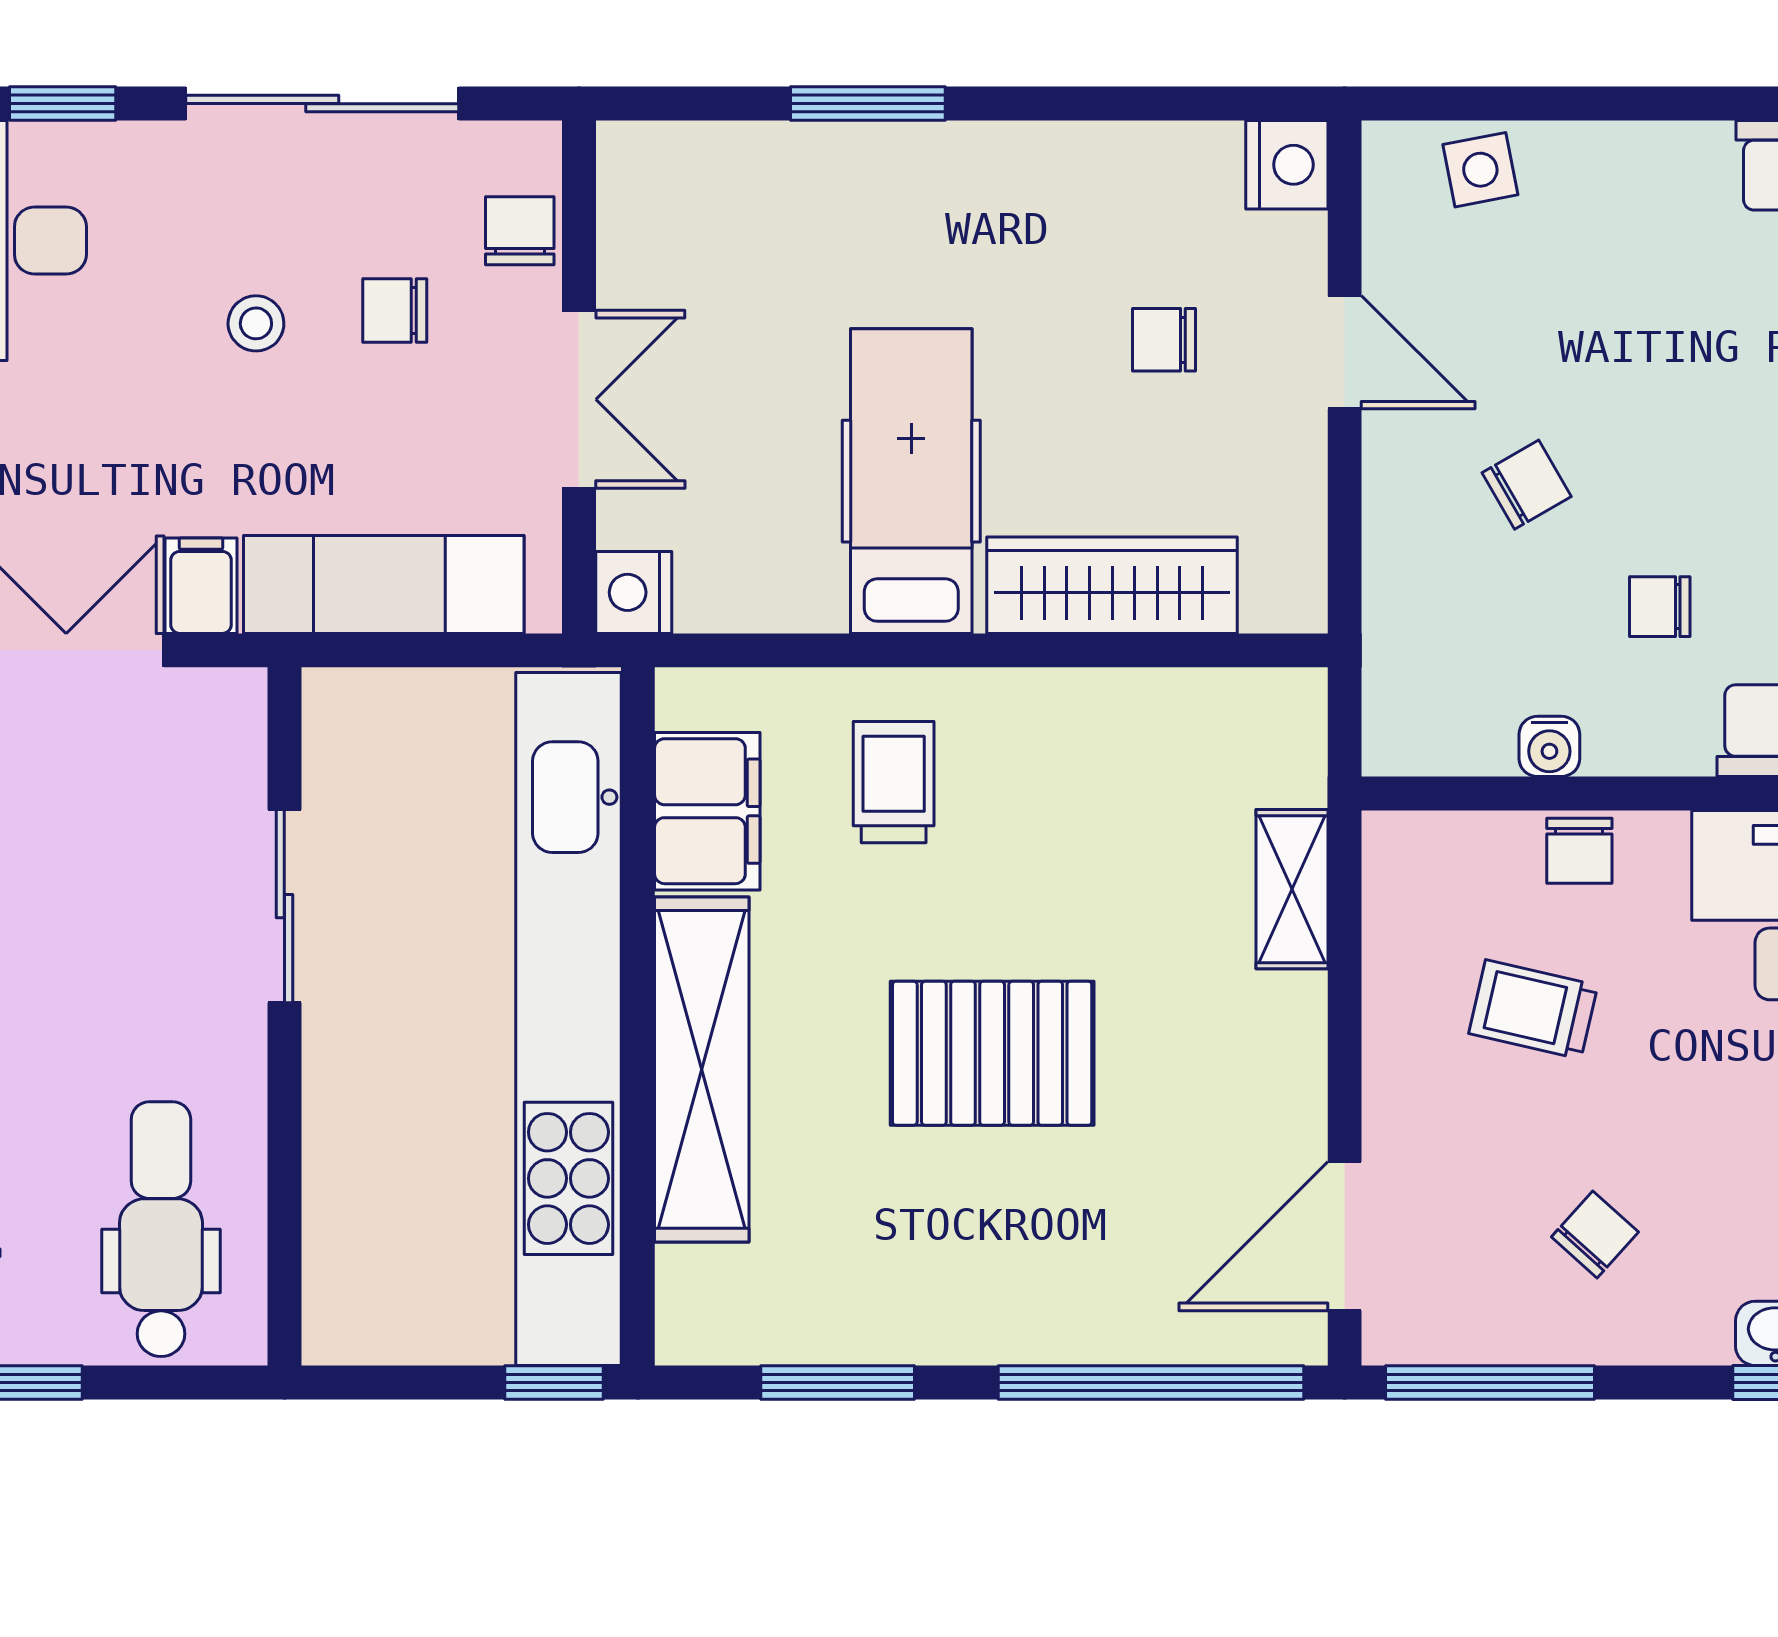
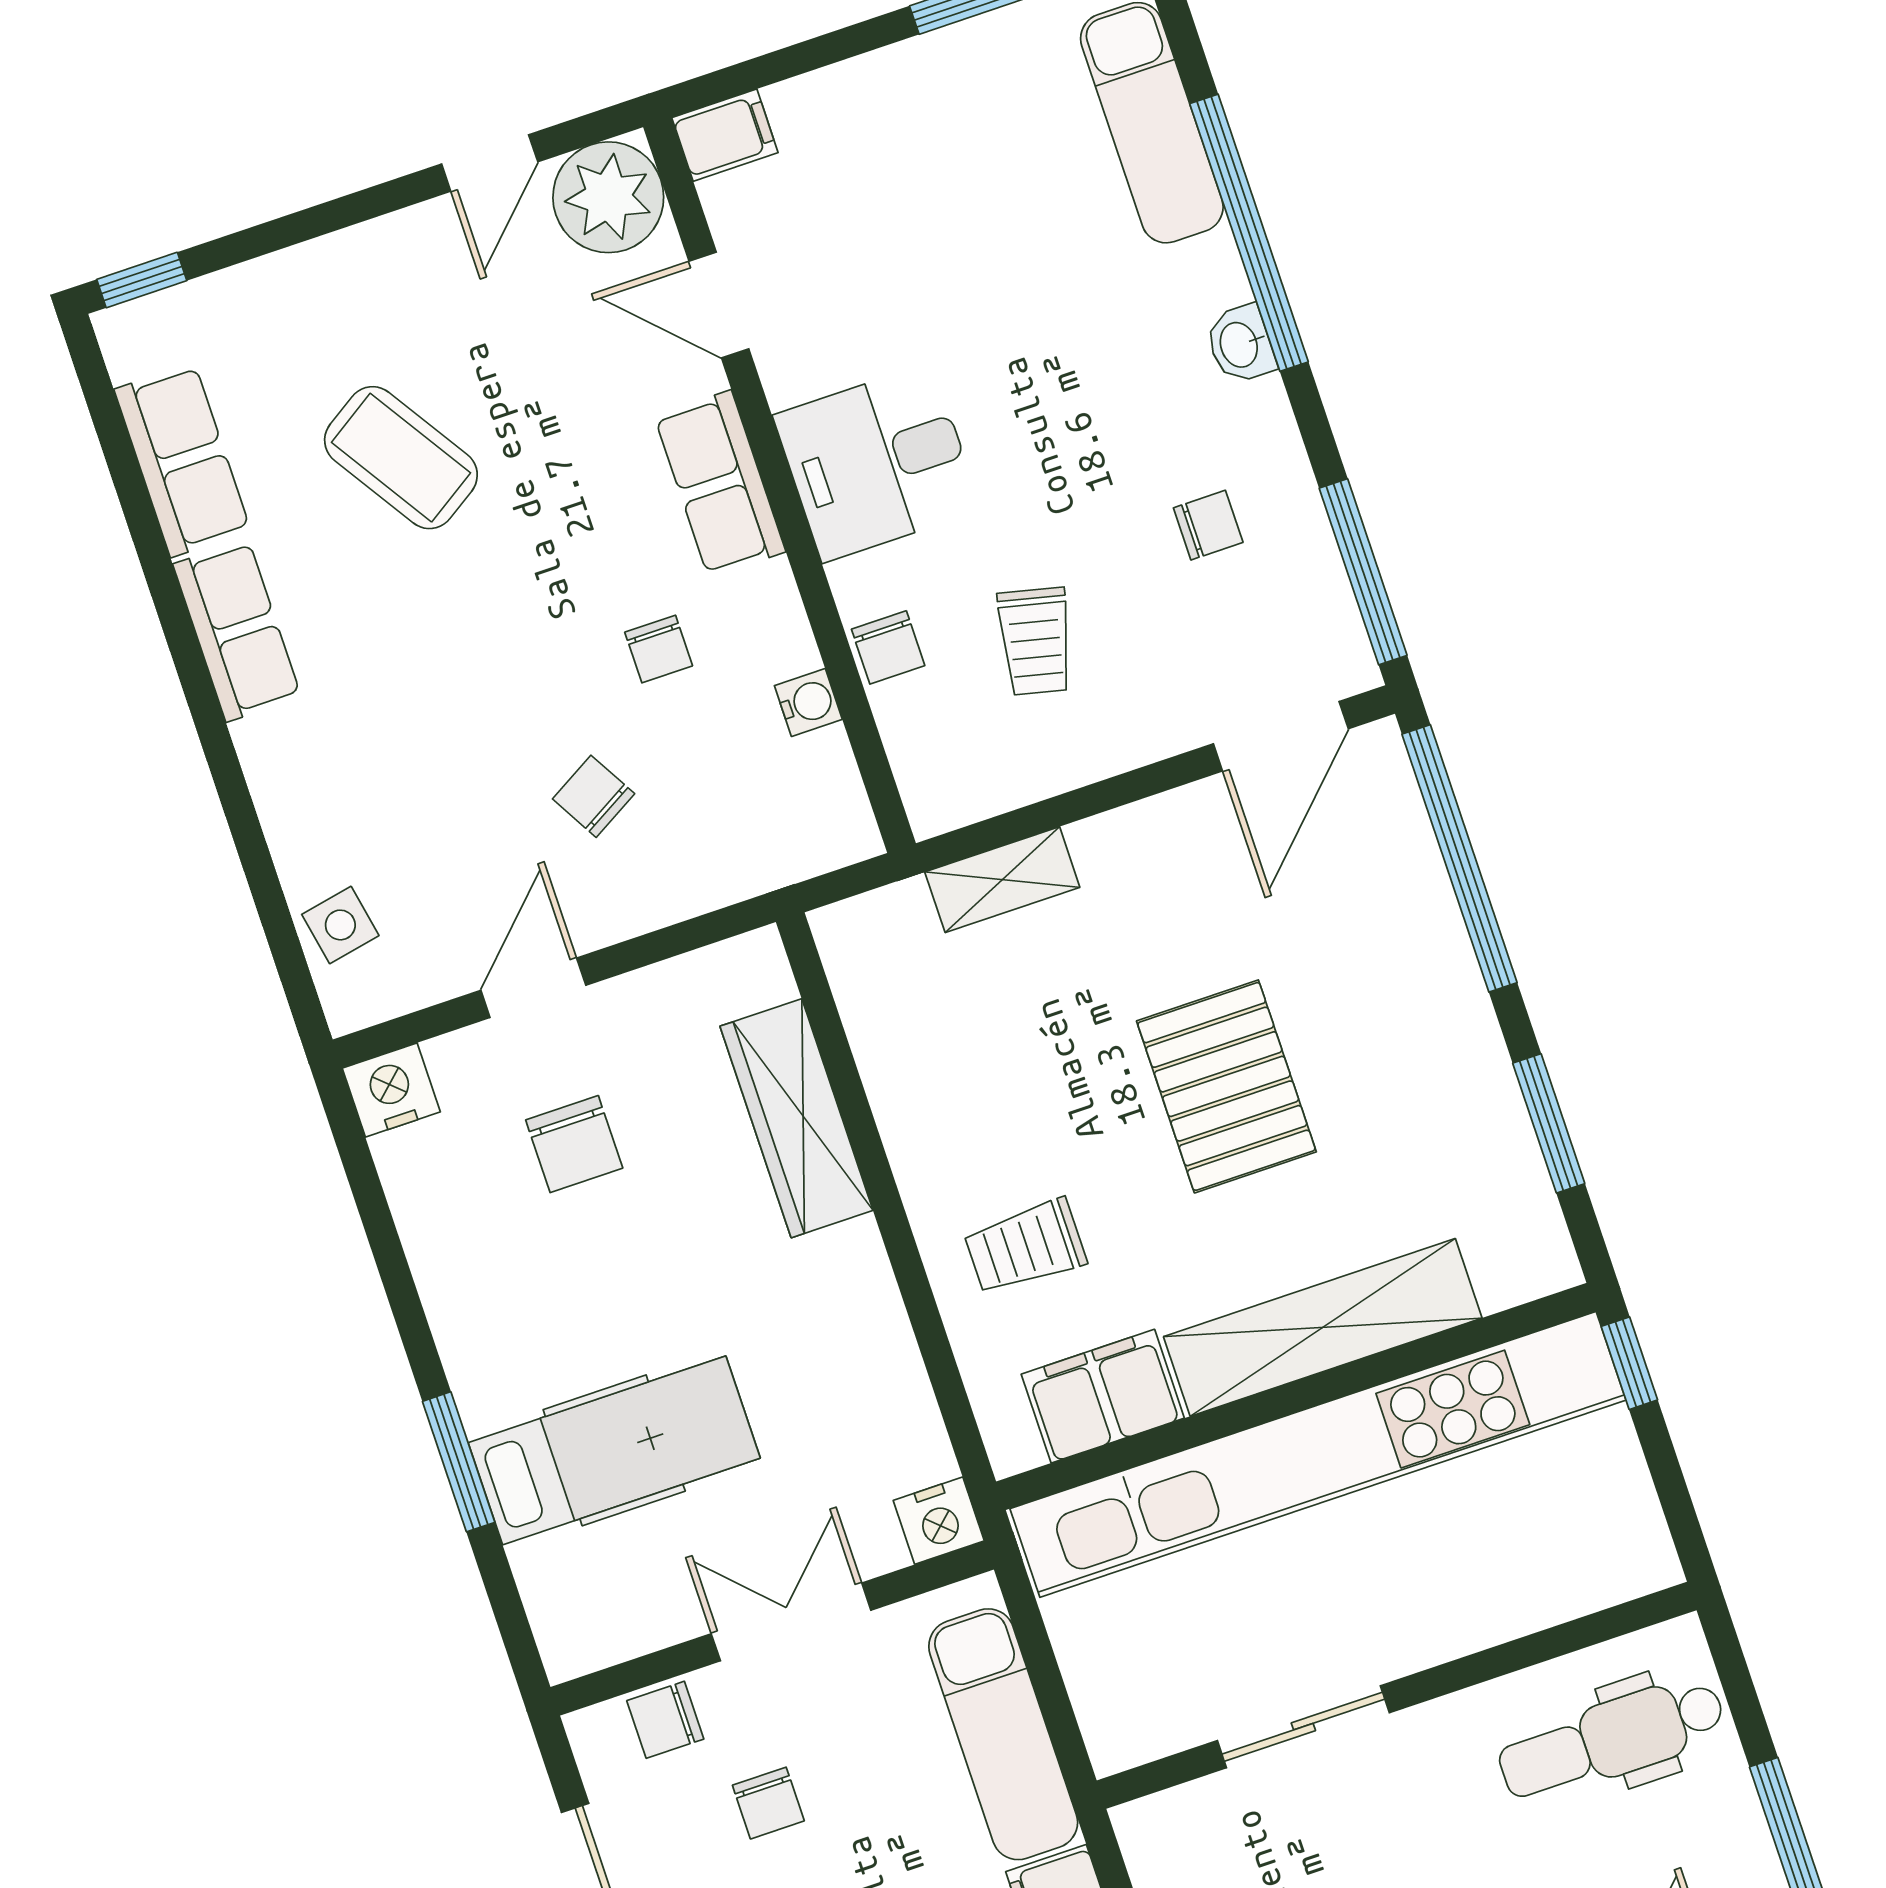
chair: (1164, 340) -> (574, 1144), width x1.37, depth x1.37
hospital bed: (911, 481) -> (614, 1450), moved, turned 180
chair: (1579, 851) -> (888, 647), turned 90
chair: (1595, 1235) -> (1208, 525), turned 138
door: (1345, 1236) -> (1281, 736), hinge flipped

